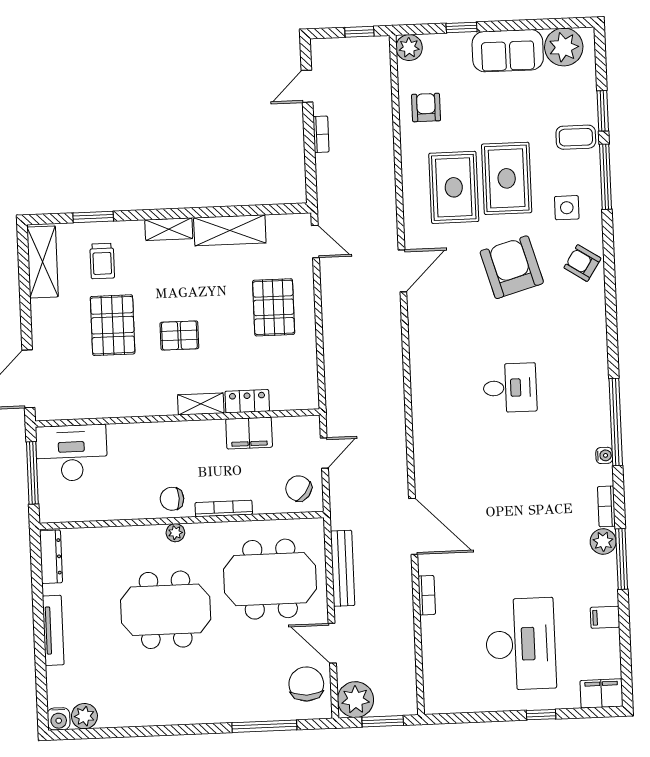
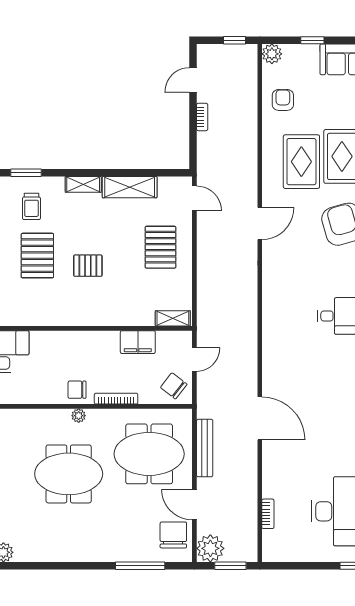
locker: (247, 401) -> (137, 318), removed
shelving: (201, 404) -> (173, 318), moved
bookcase: (427, 595) -> (268, 514), moved

